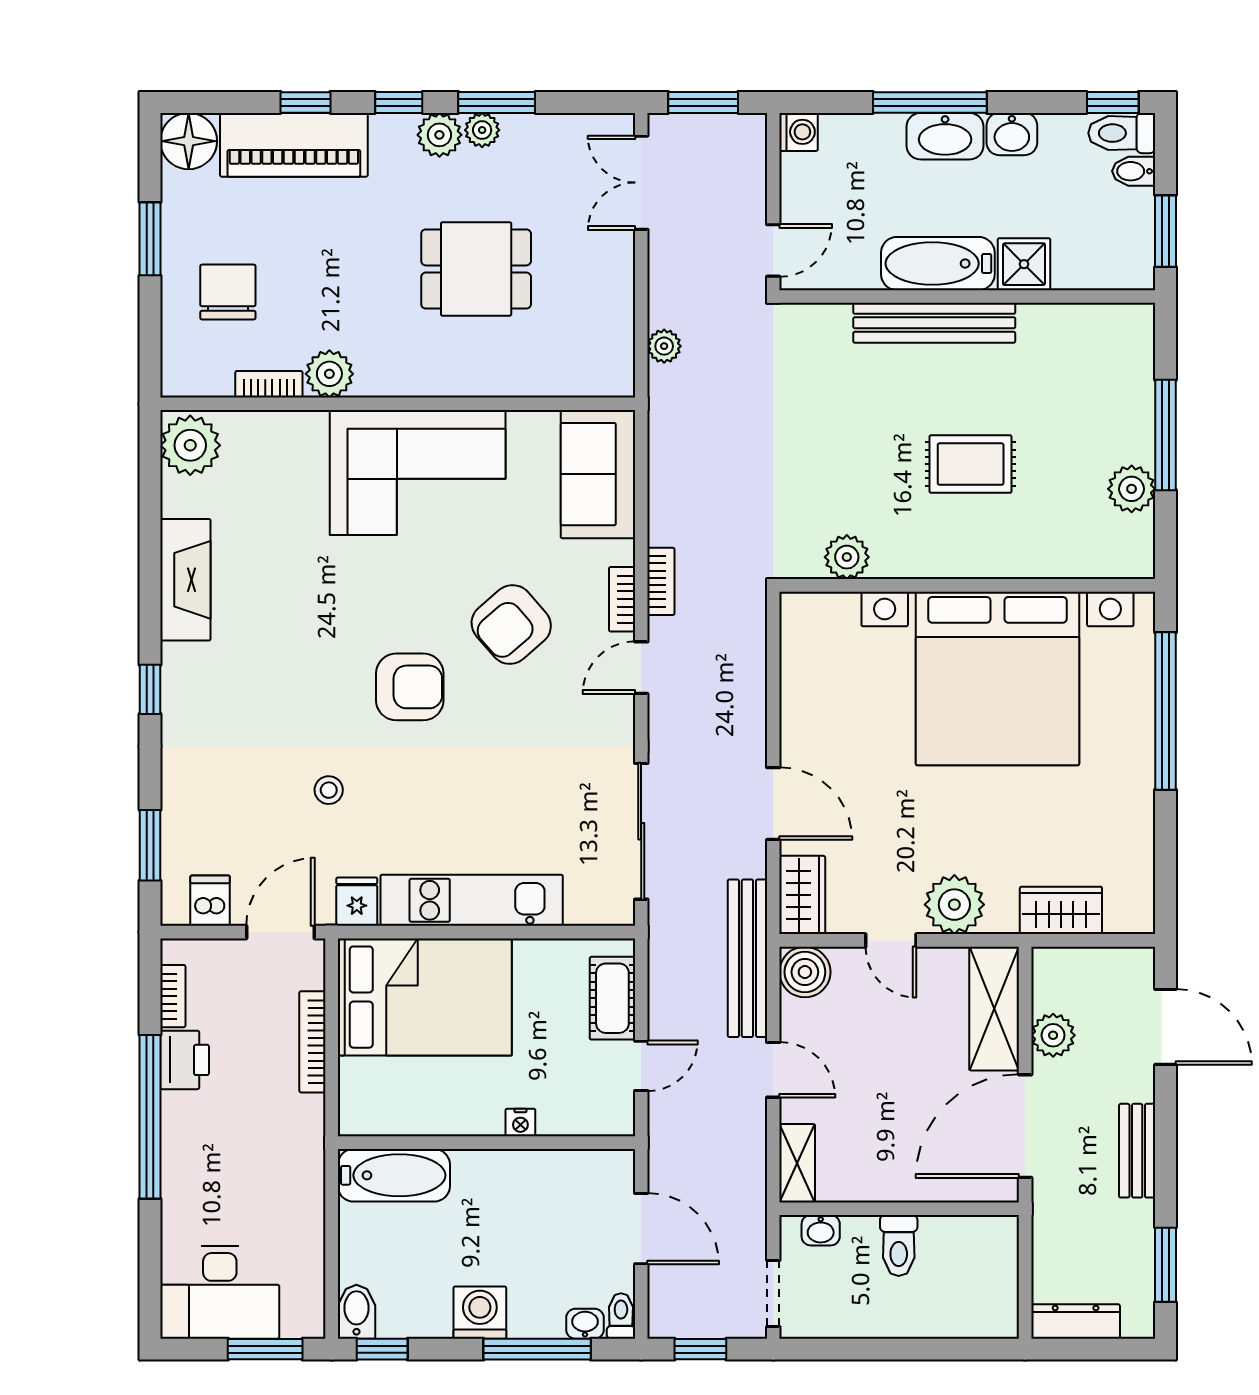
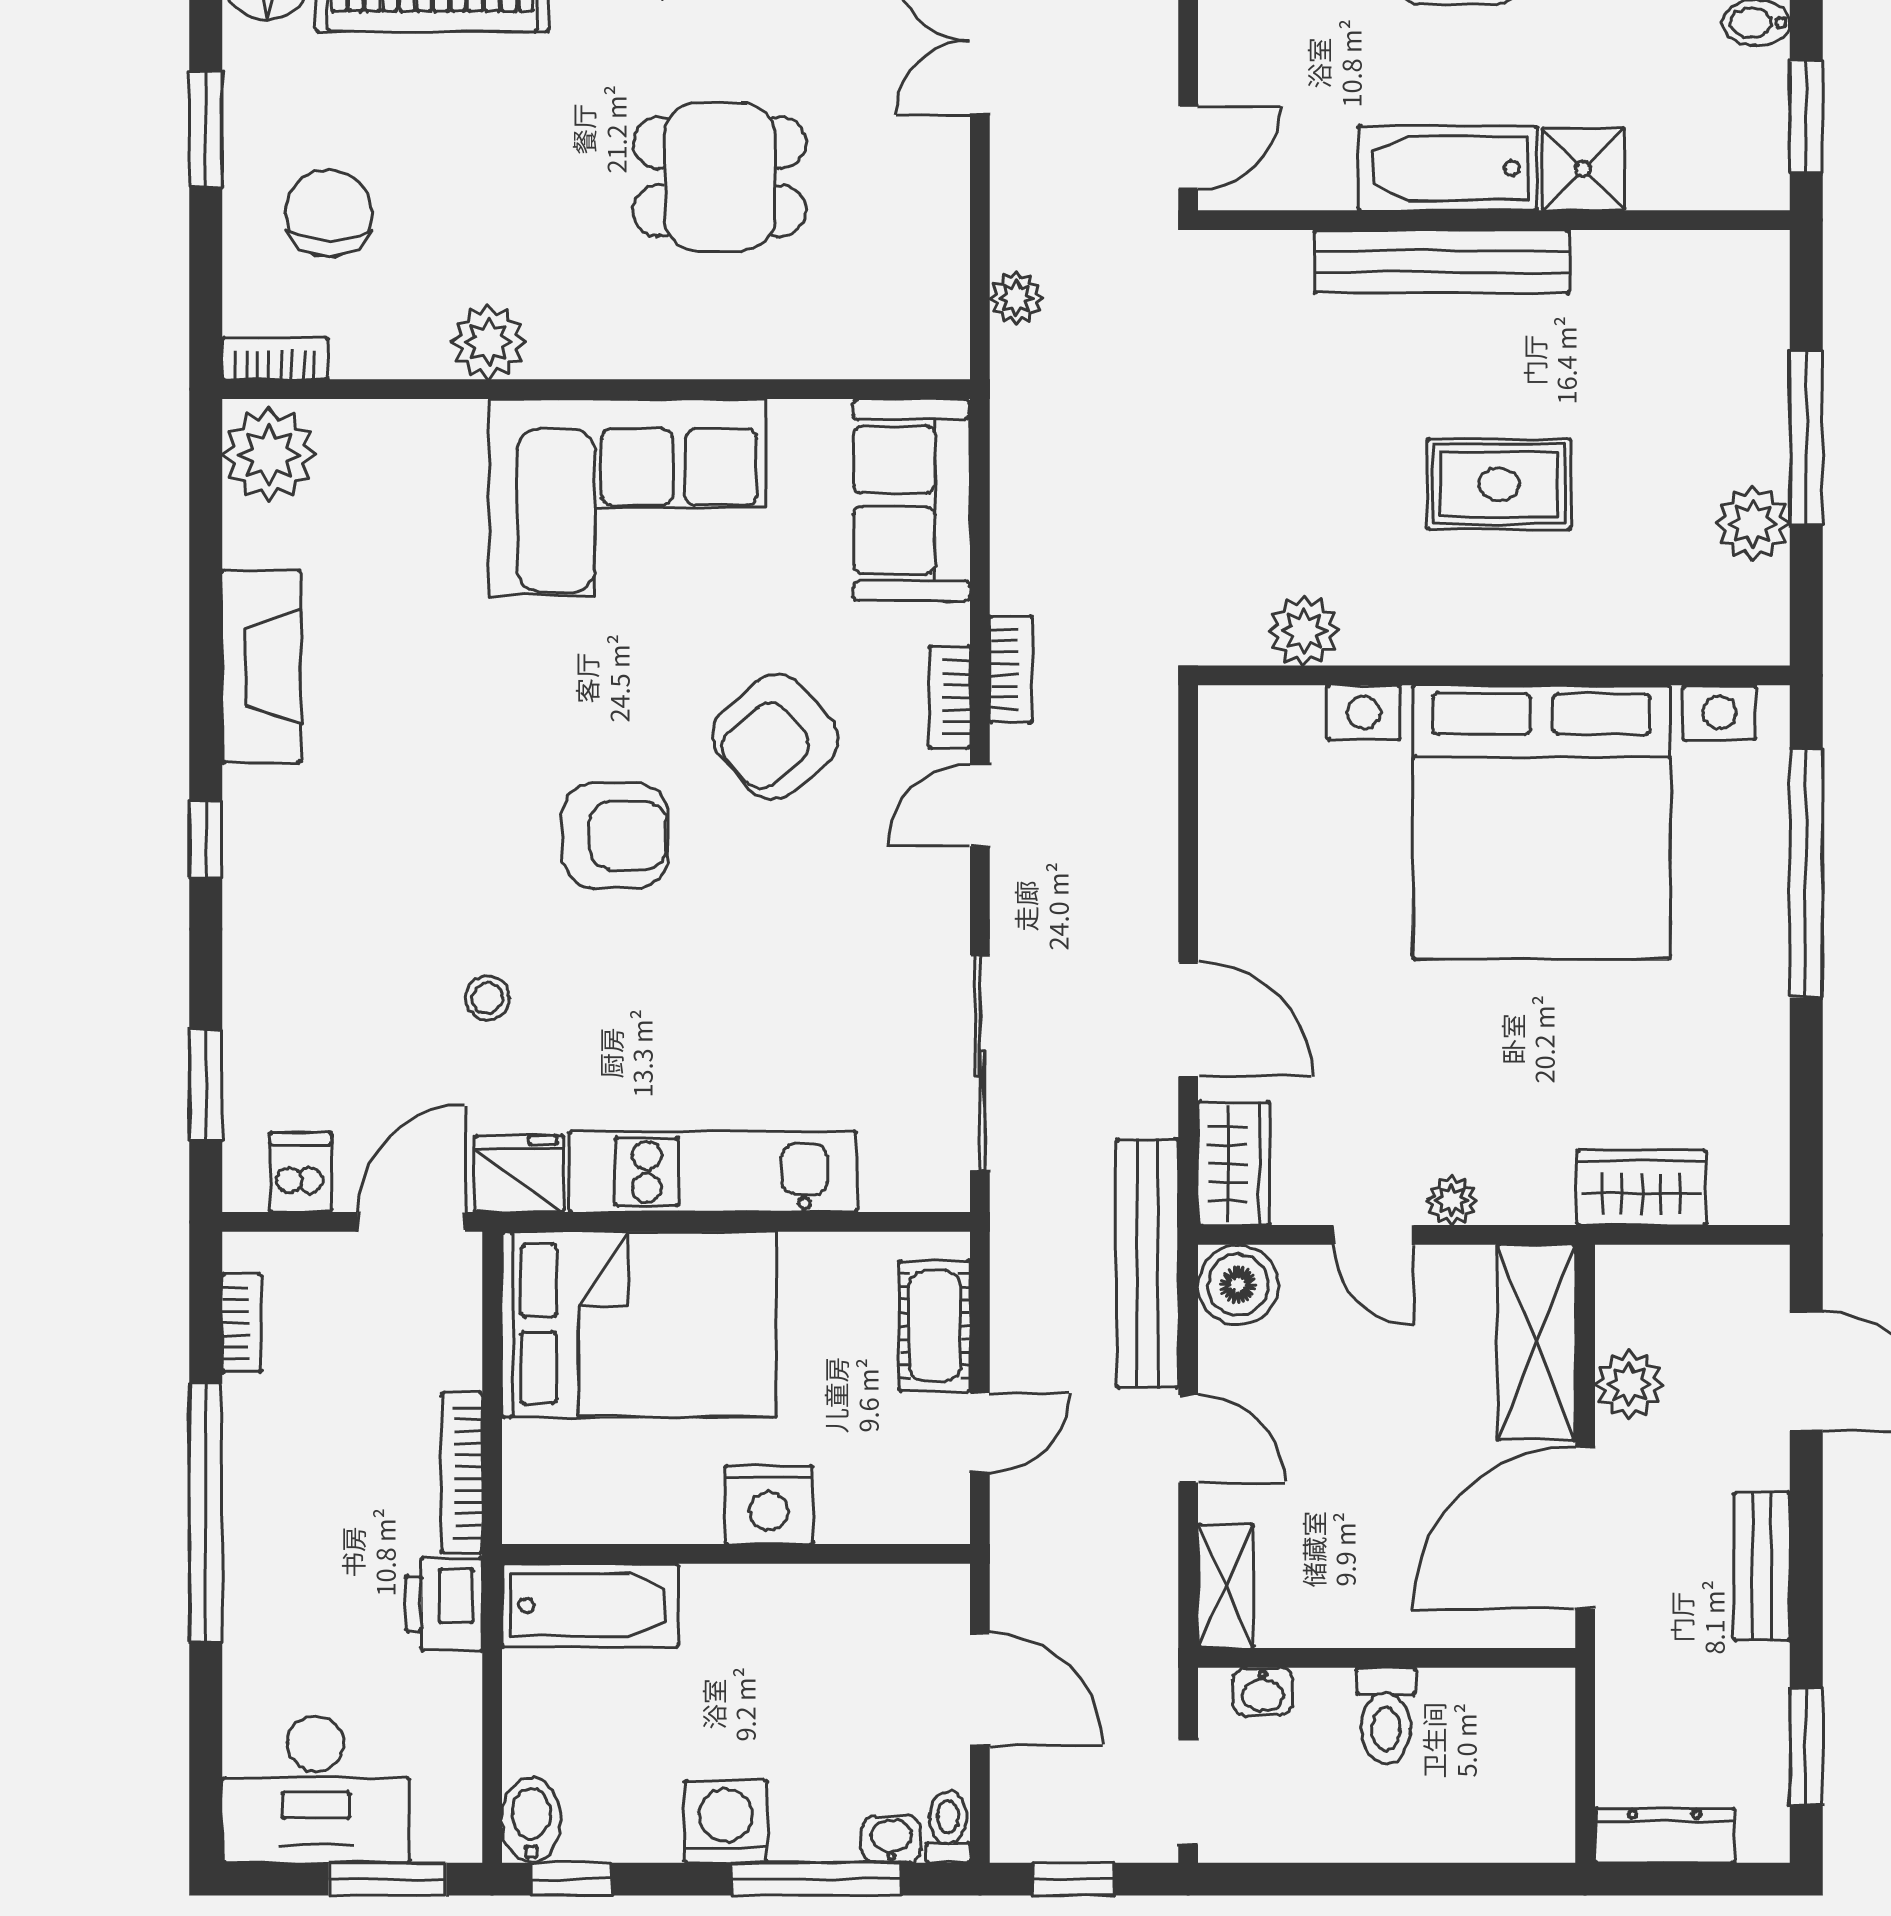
bookcase: (269, 384) -> (275, 358), moved
fridge: (357, 902) -> (519, 1174), width x1.38
plant: (954, 905) -> (1452, 1200), width x0.53, depth x0.53
bookcase: (312, 1042) -> (462, 1473), moved
printer: (185, 1060) -> (444, 1604), moved, turned 180
nightstand: (520, 1123) -> (769, 1505), width x1.89, depth x1.79

